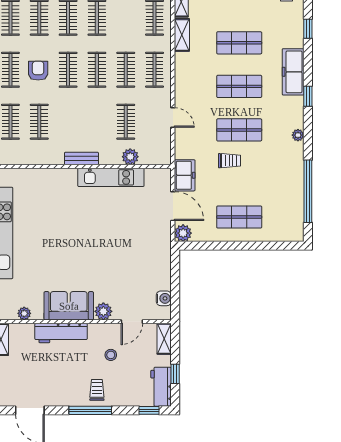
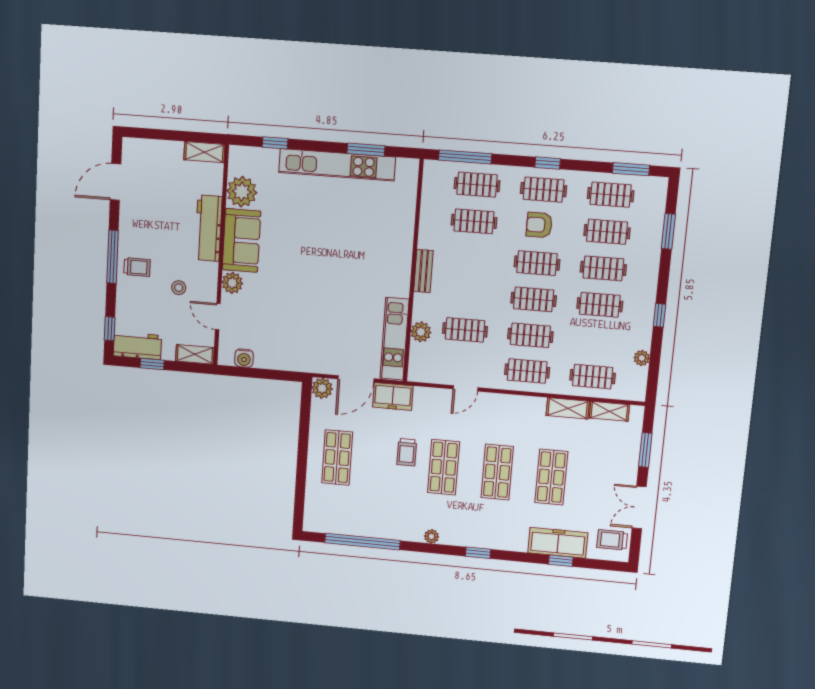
armchair: (38, 71) -> (539, 225), turned 180
freezer: (293, 72) -> (558, 543), moved
kitchen unit: (111, 177) -> (394, 339), moved
plant: (24, 313) -> (242, 192), width x1.88, depth x1.88

